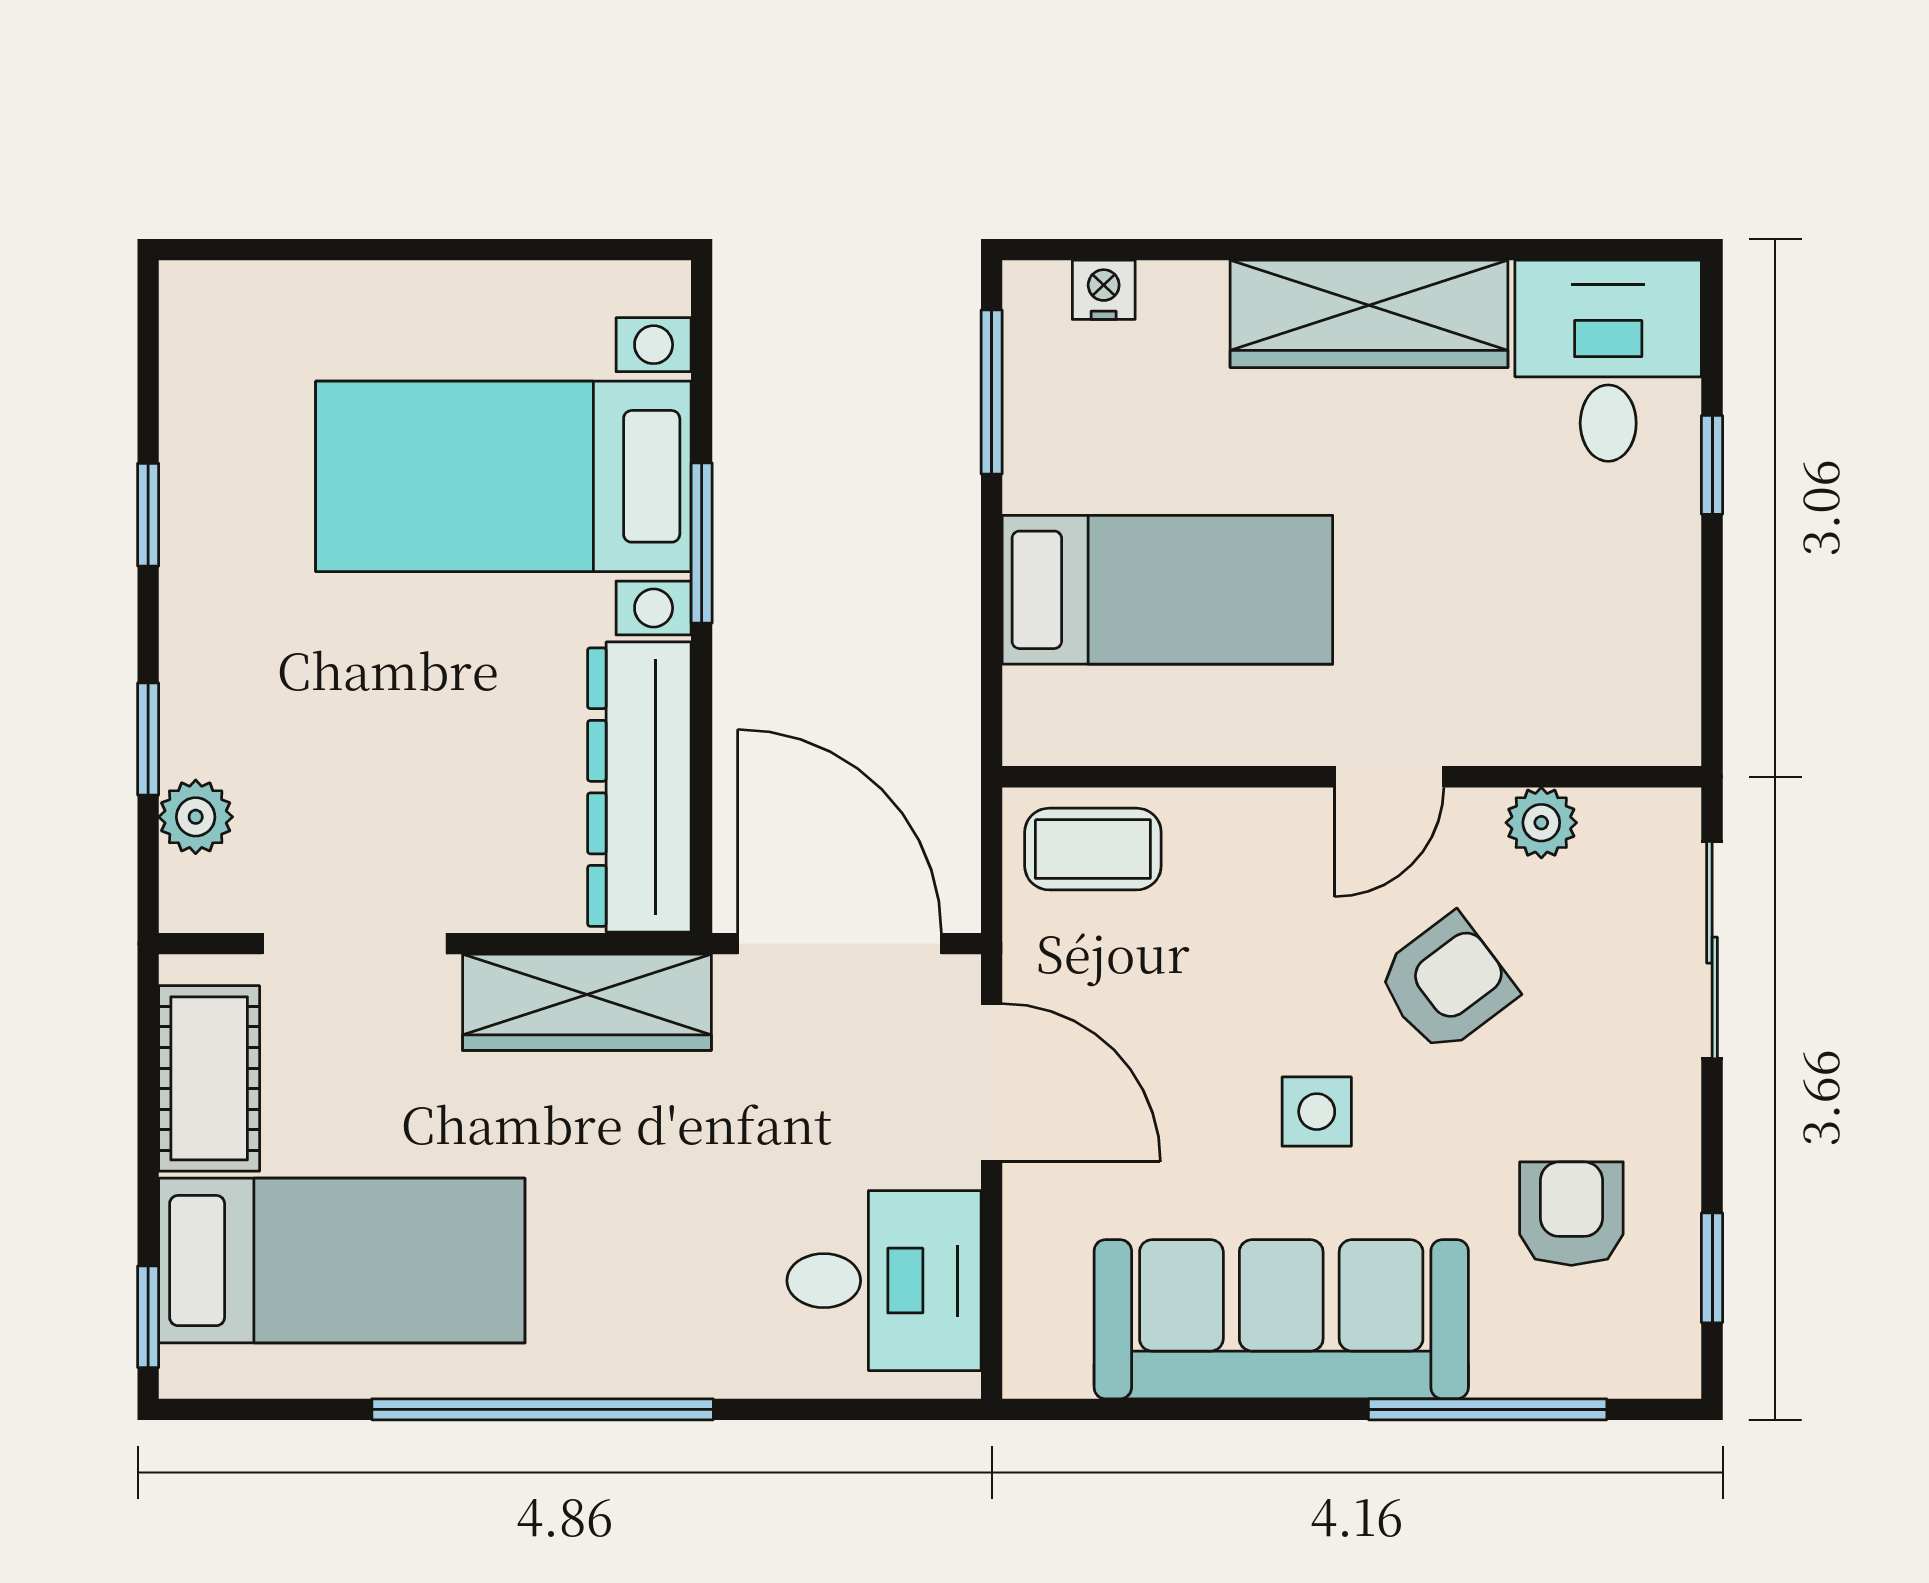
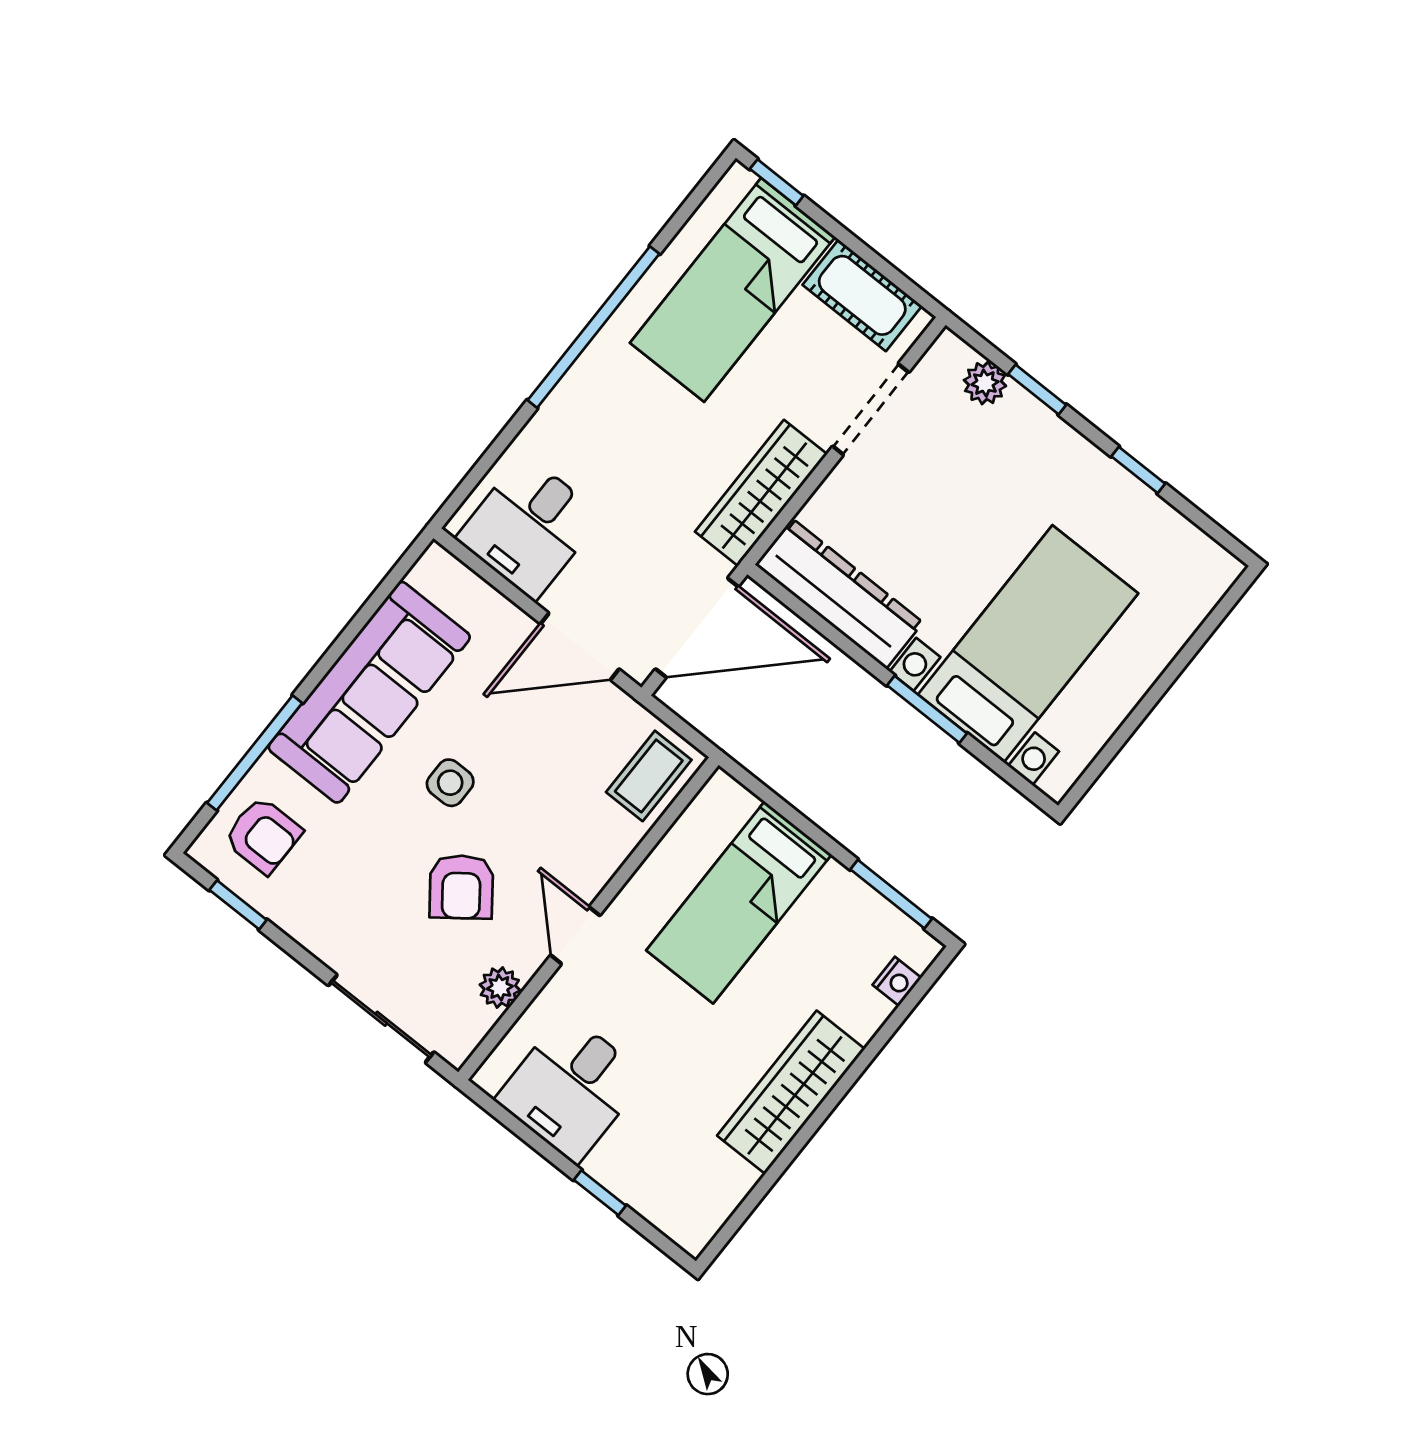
desk: (1608, 361) -> (571, 1088), moved, turned 90
armchair: (1571, 1214) -> (263, 835), moved

